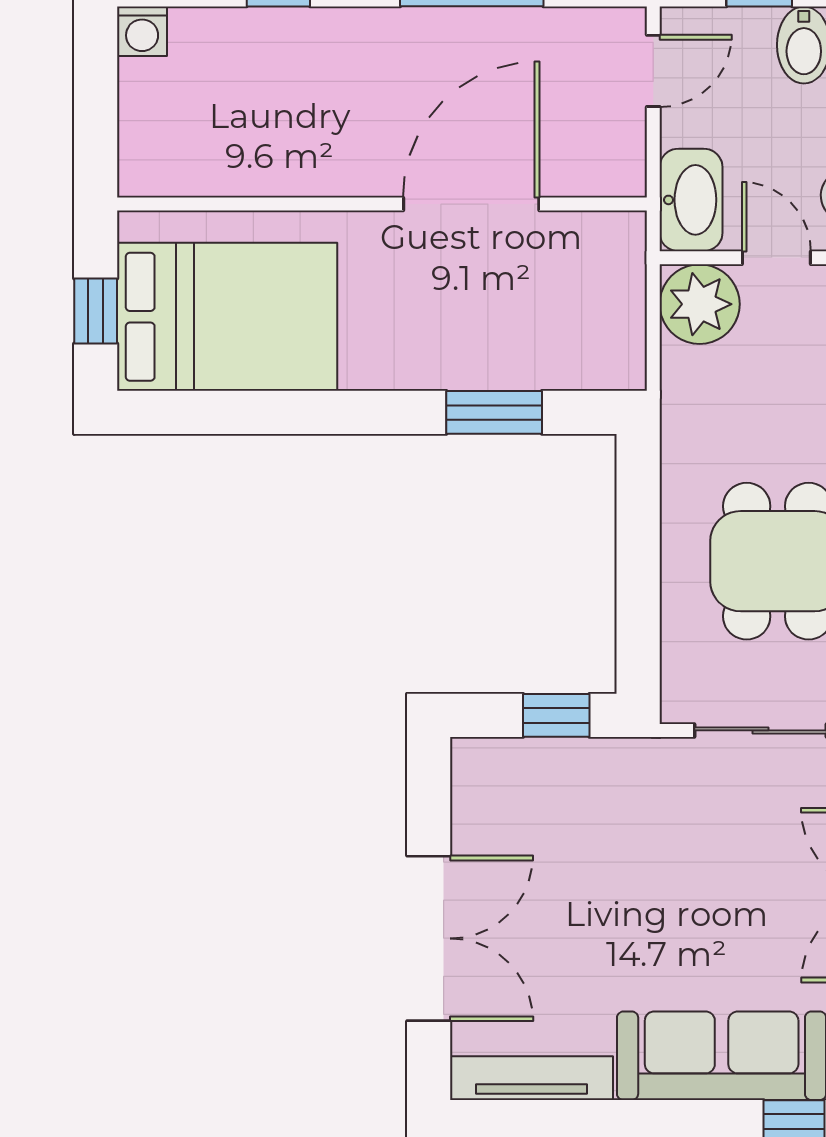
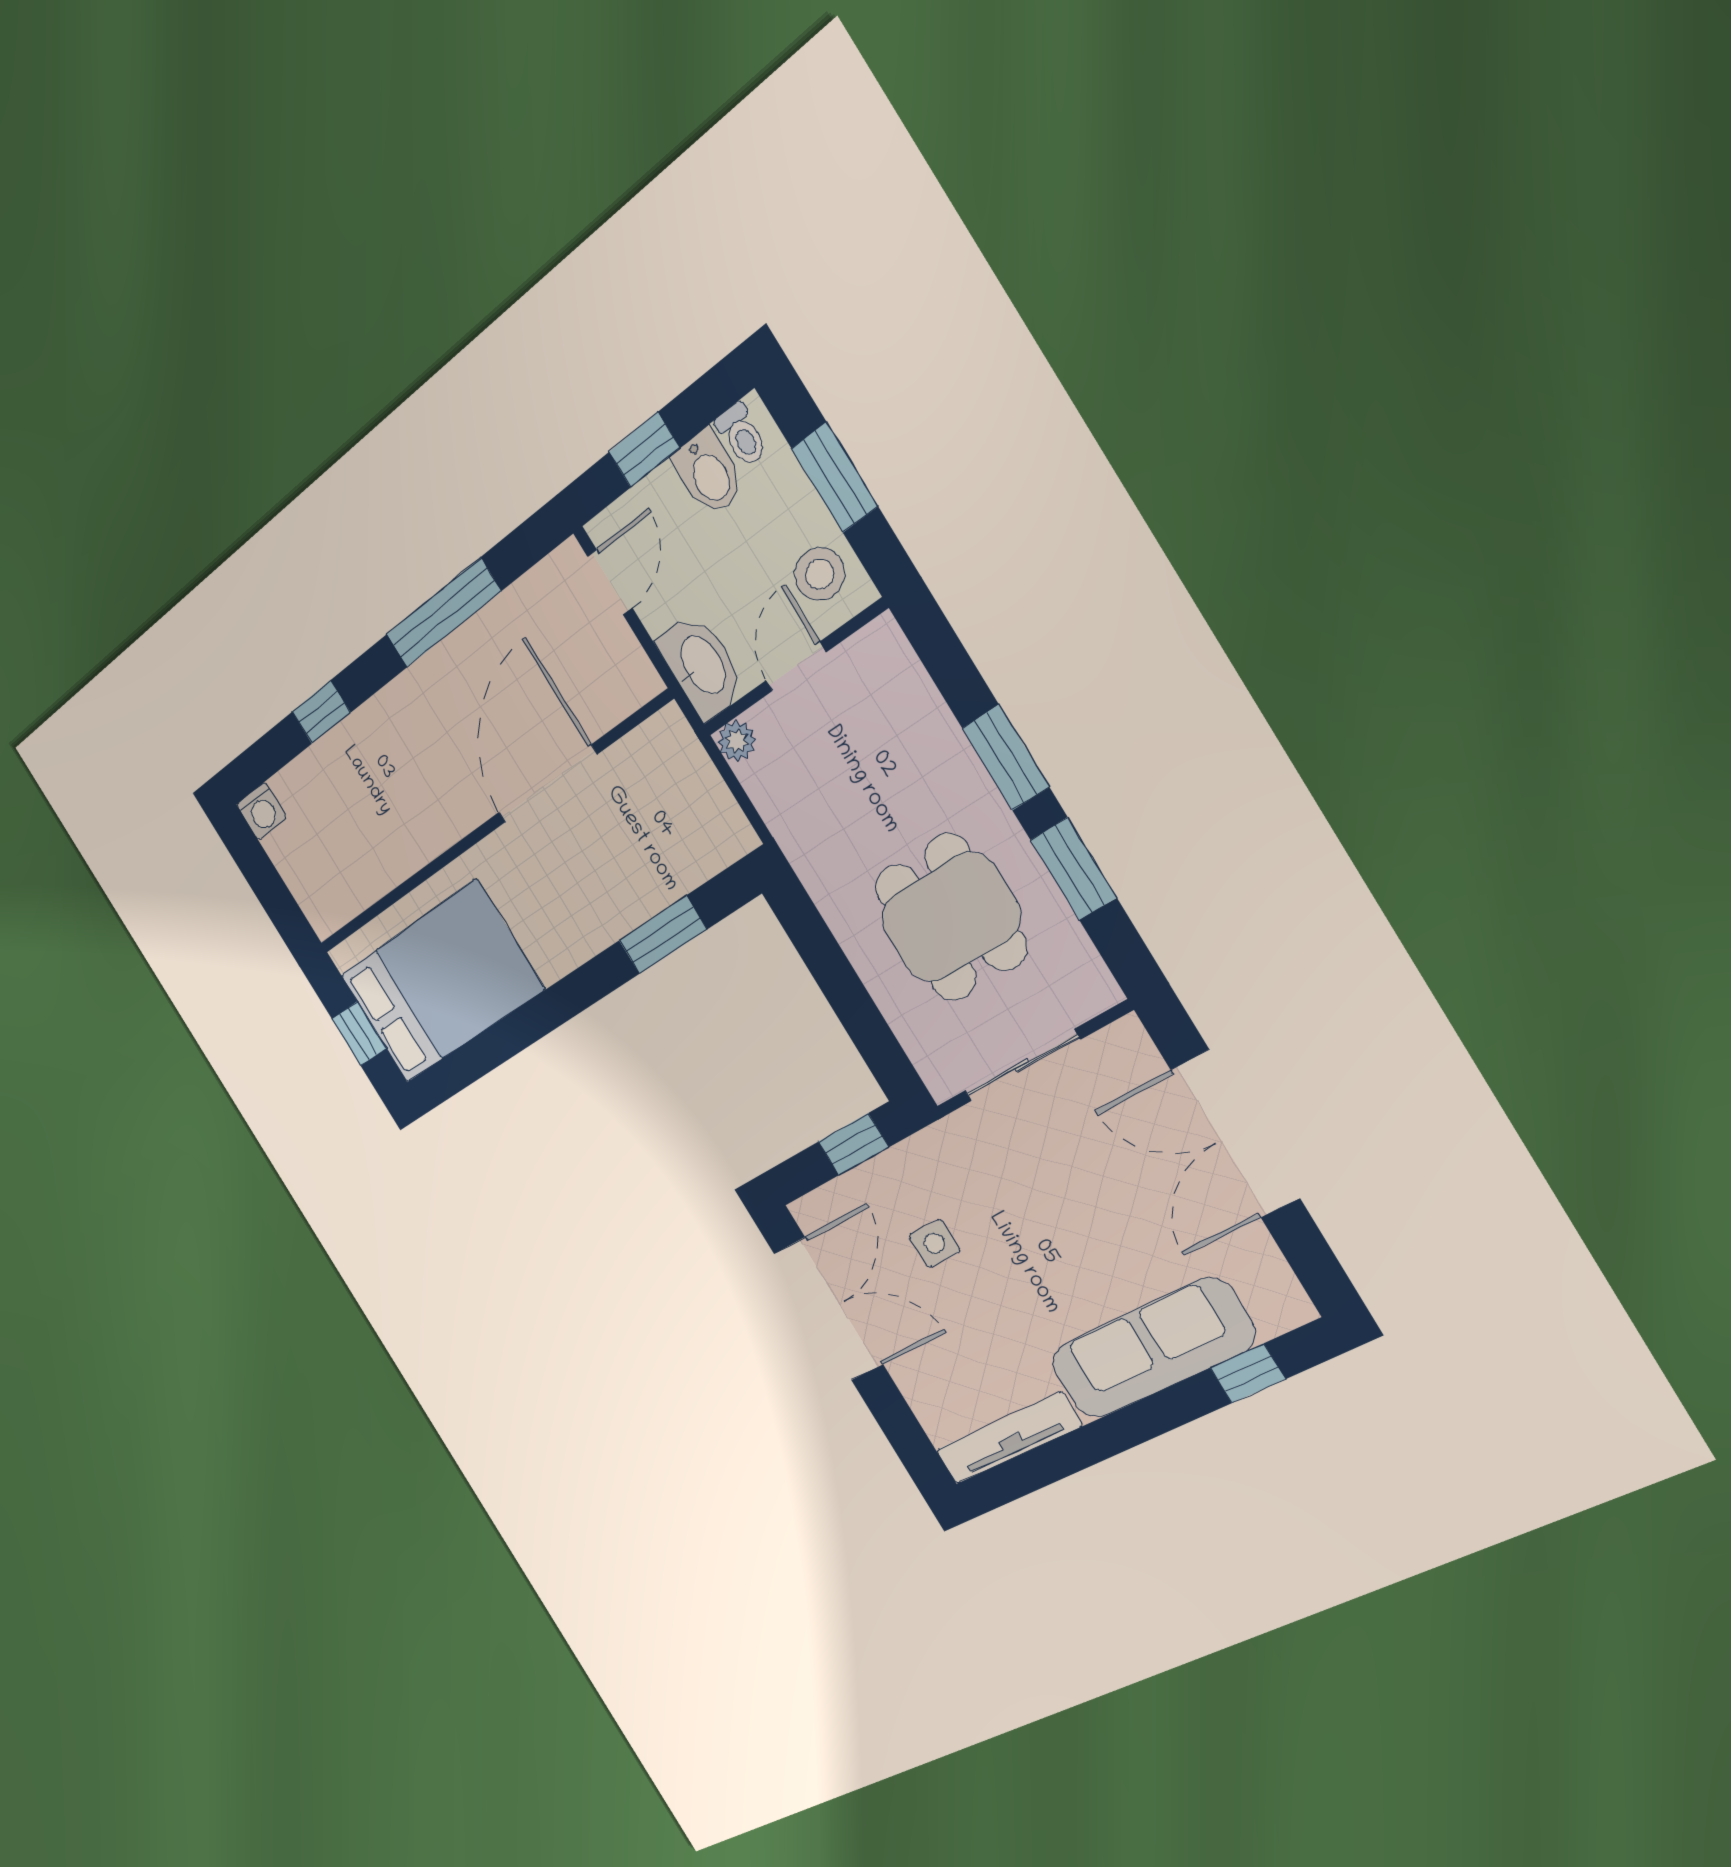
door: (776, 258) -> (796, 666), hinge flipped
plant: (700, 304) -> (737, 741), width x0.53, depth x0.53
side table: (576, 852) -> (934, 1243), added
double door: (429, 938) -> (828, 1309), moved

